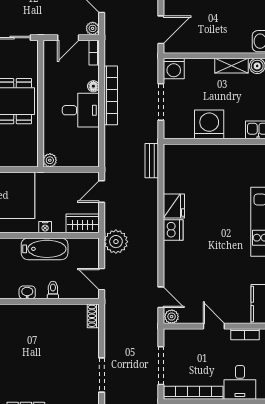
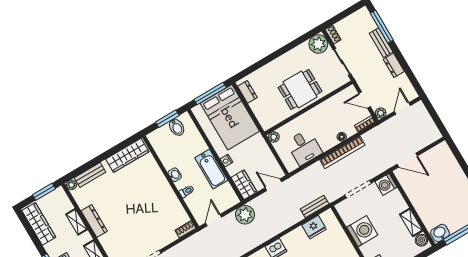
desk: (81, 110) -> (304, 147), moved
fridge: (174, 206) -> (314, 227), moved

